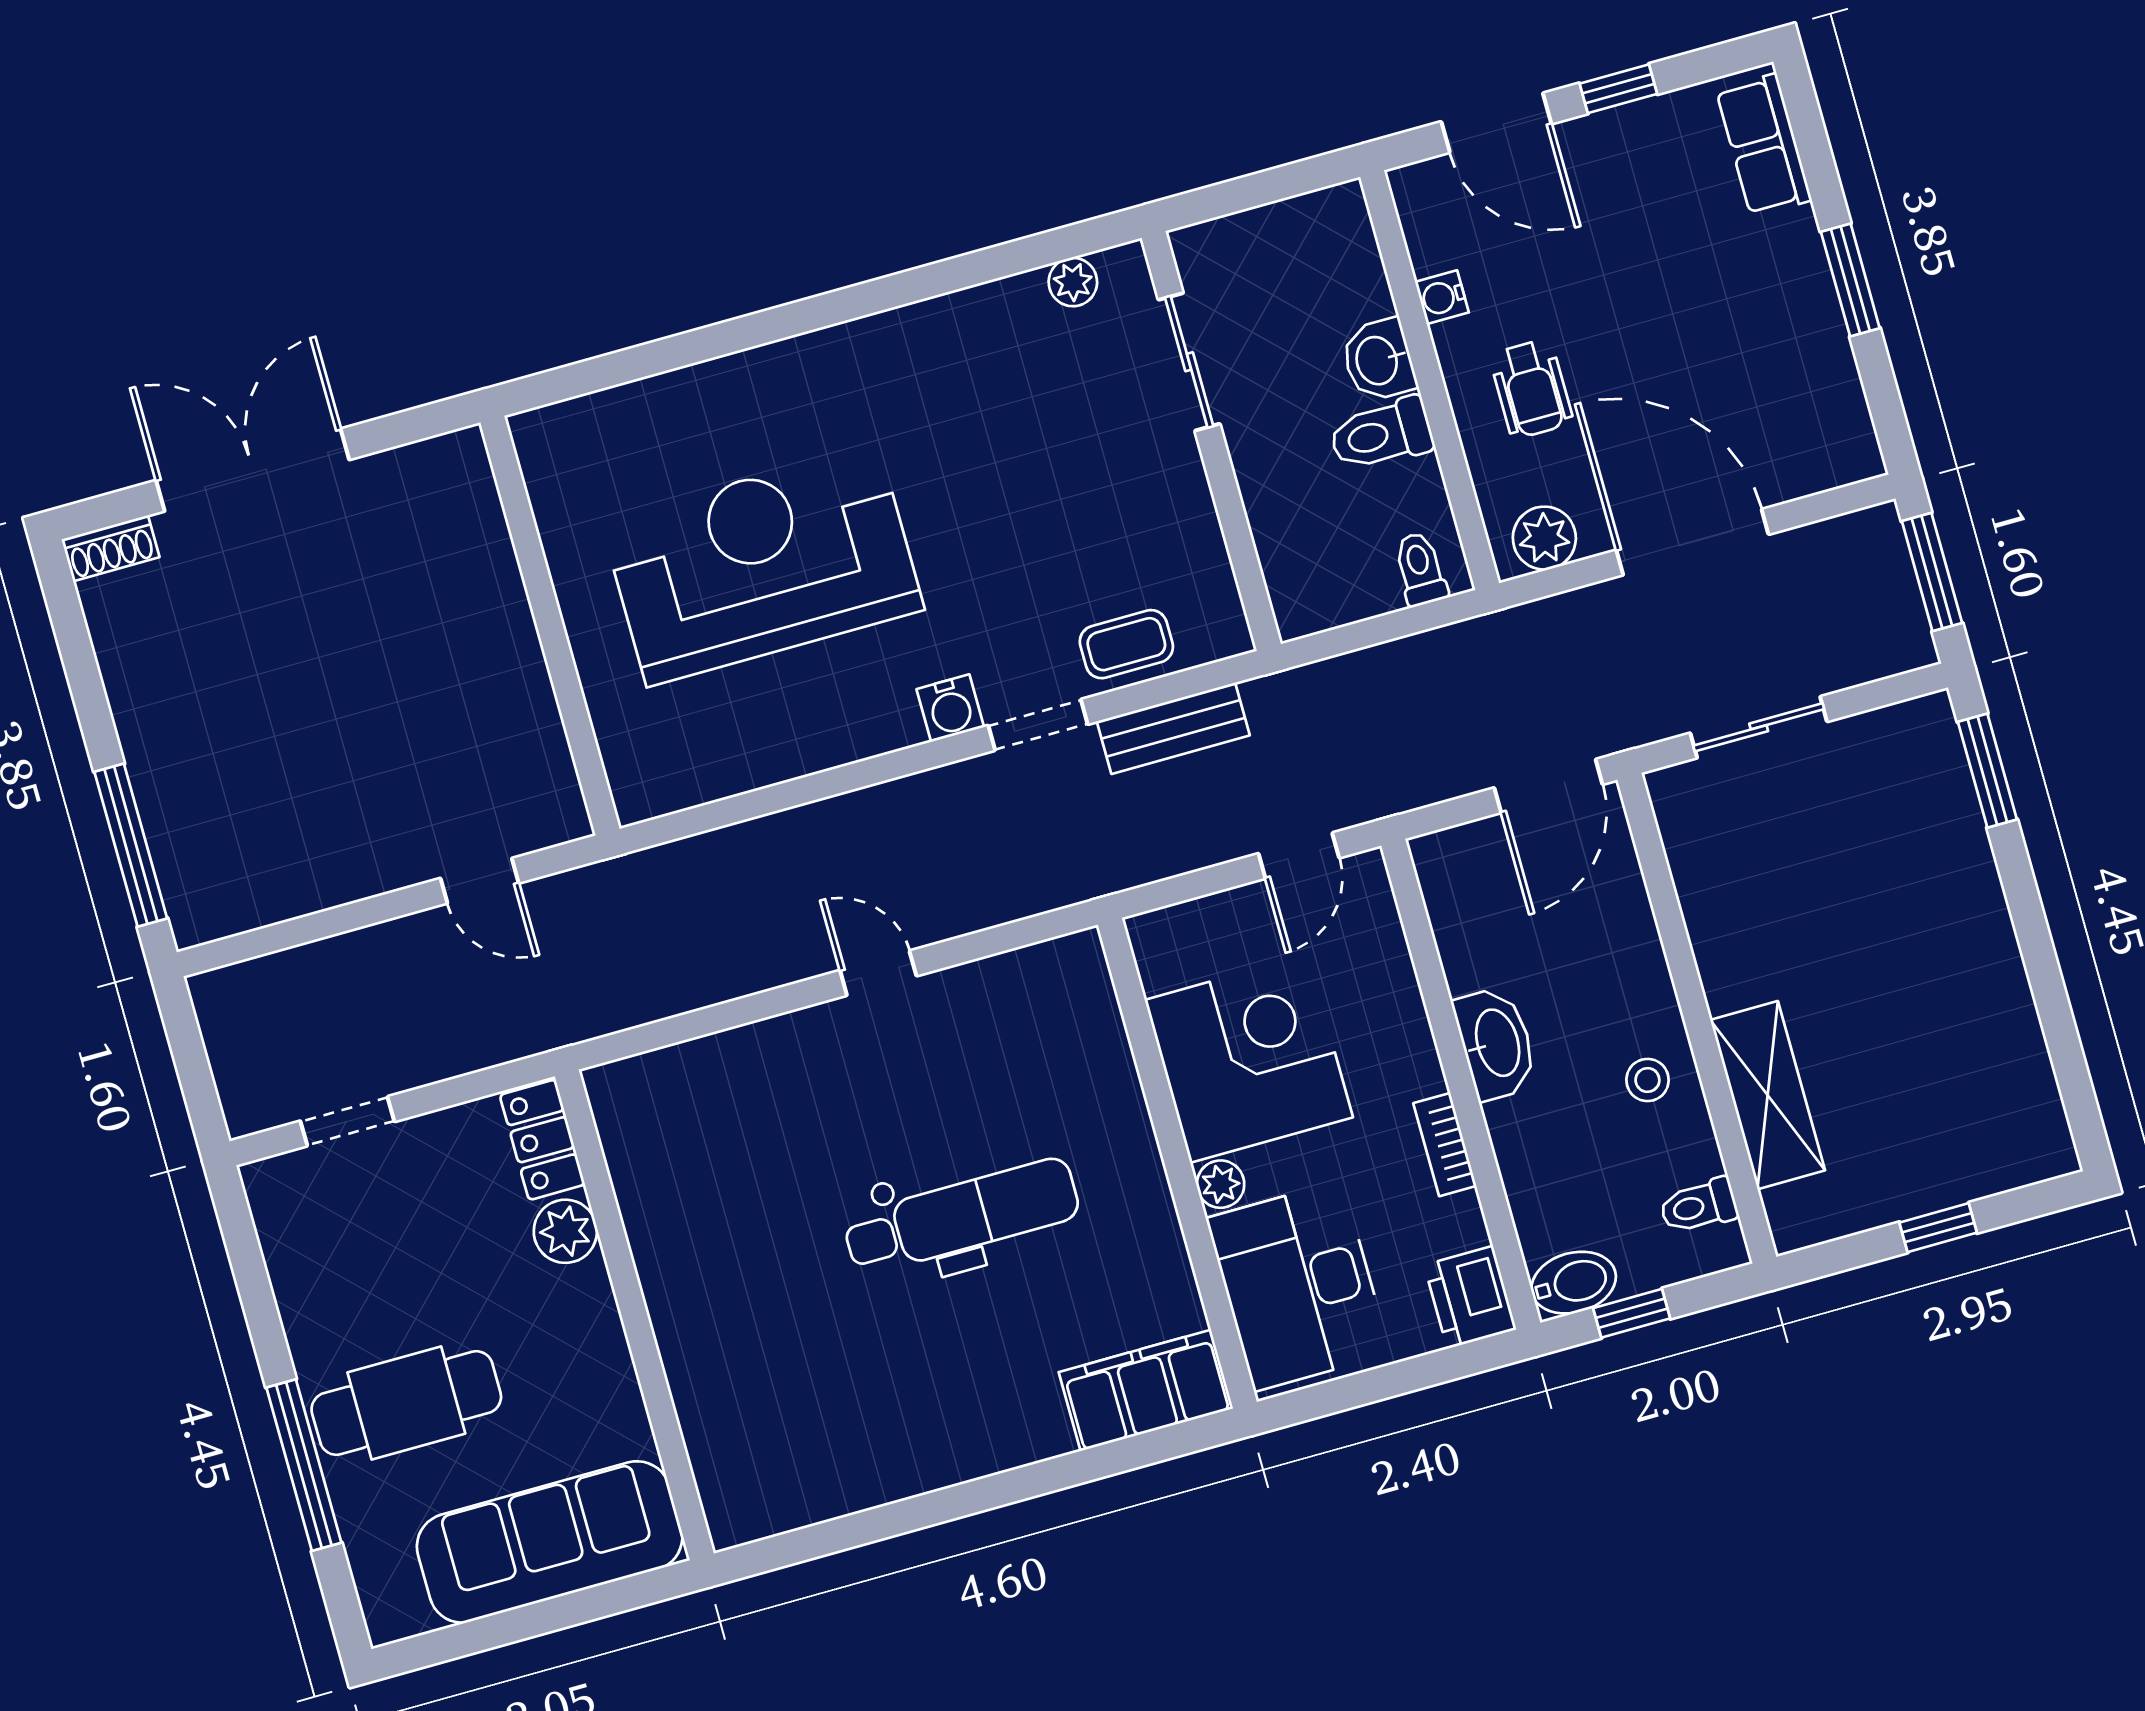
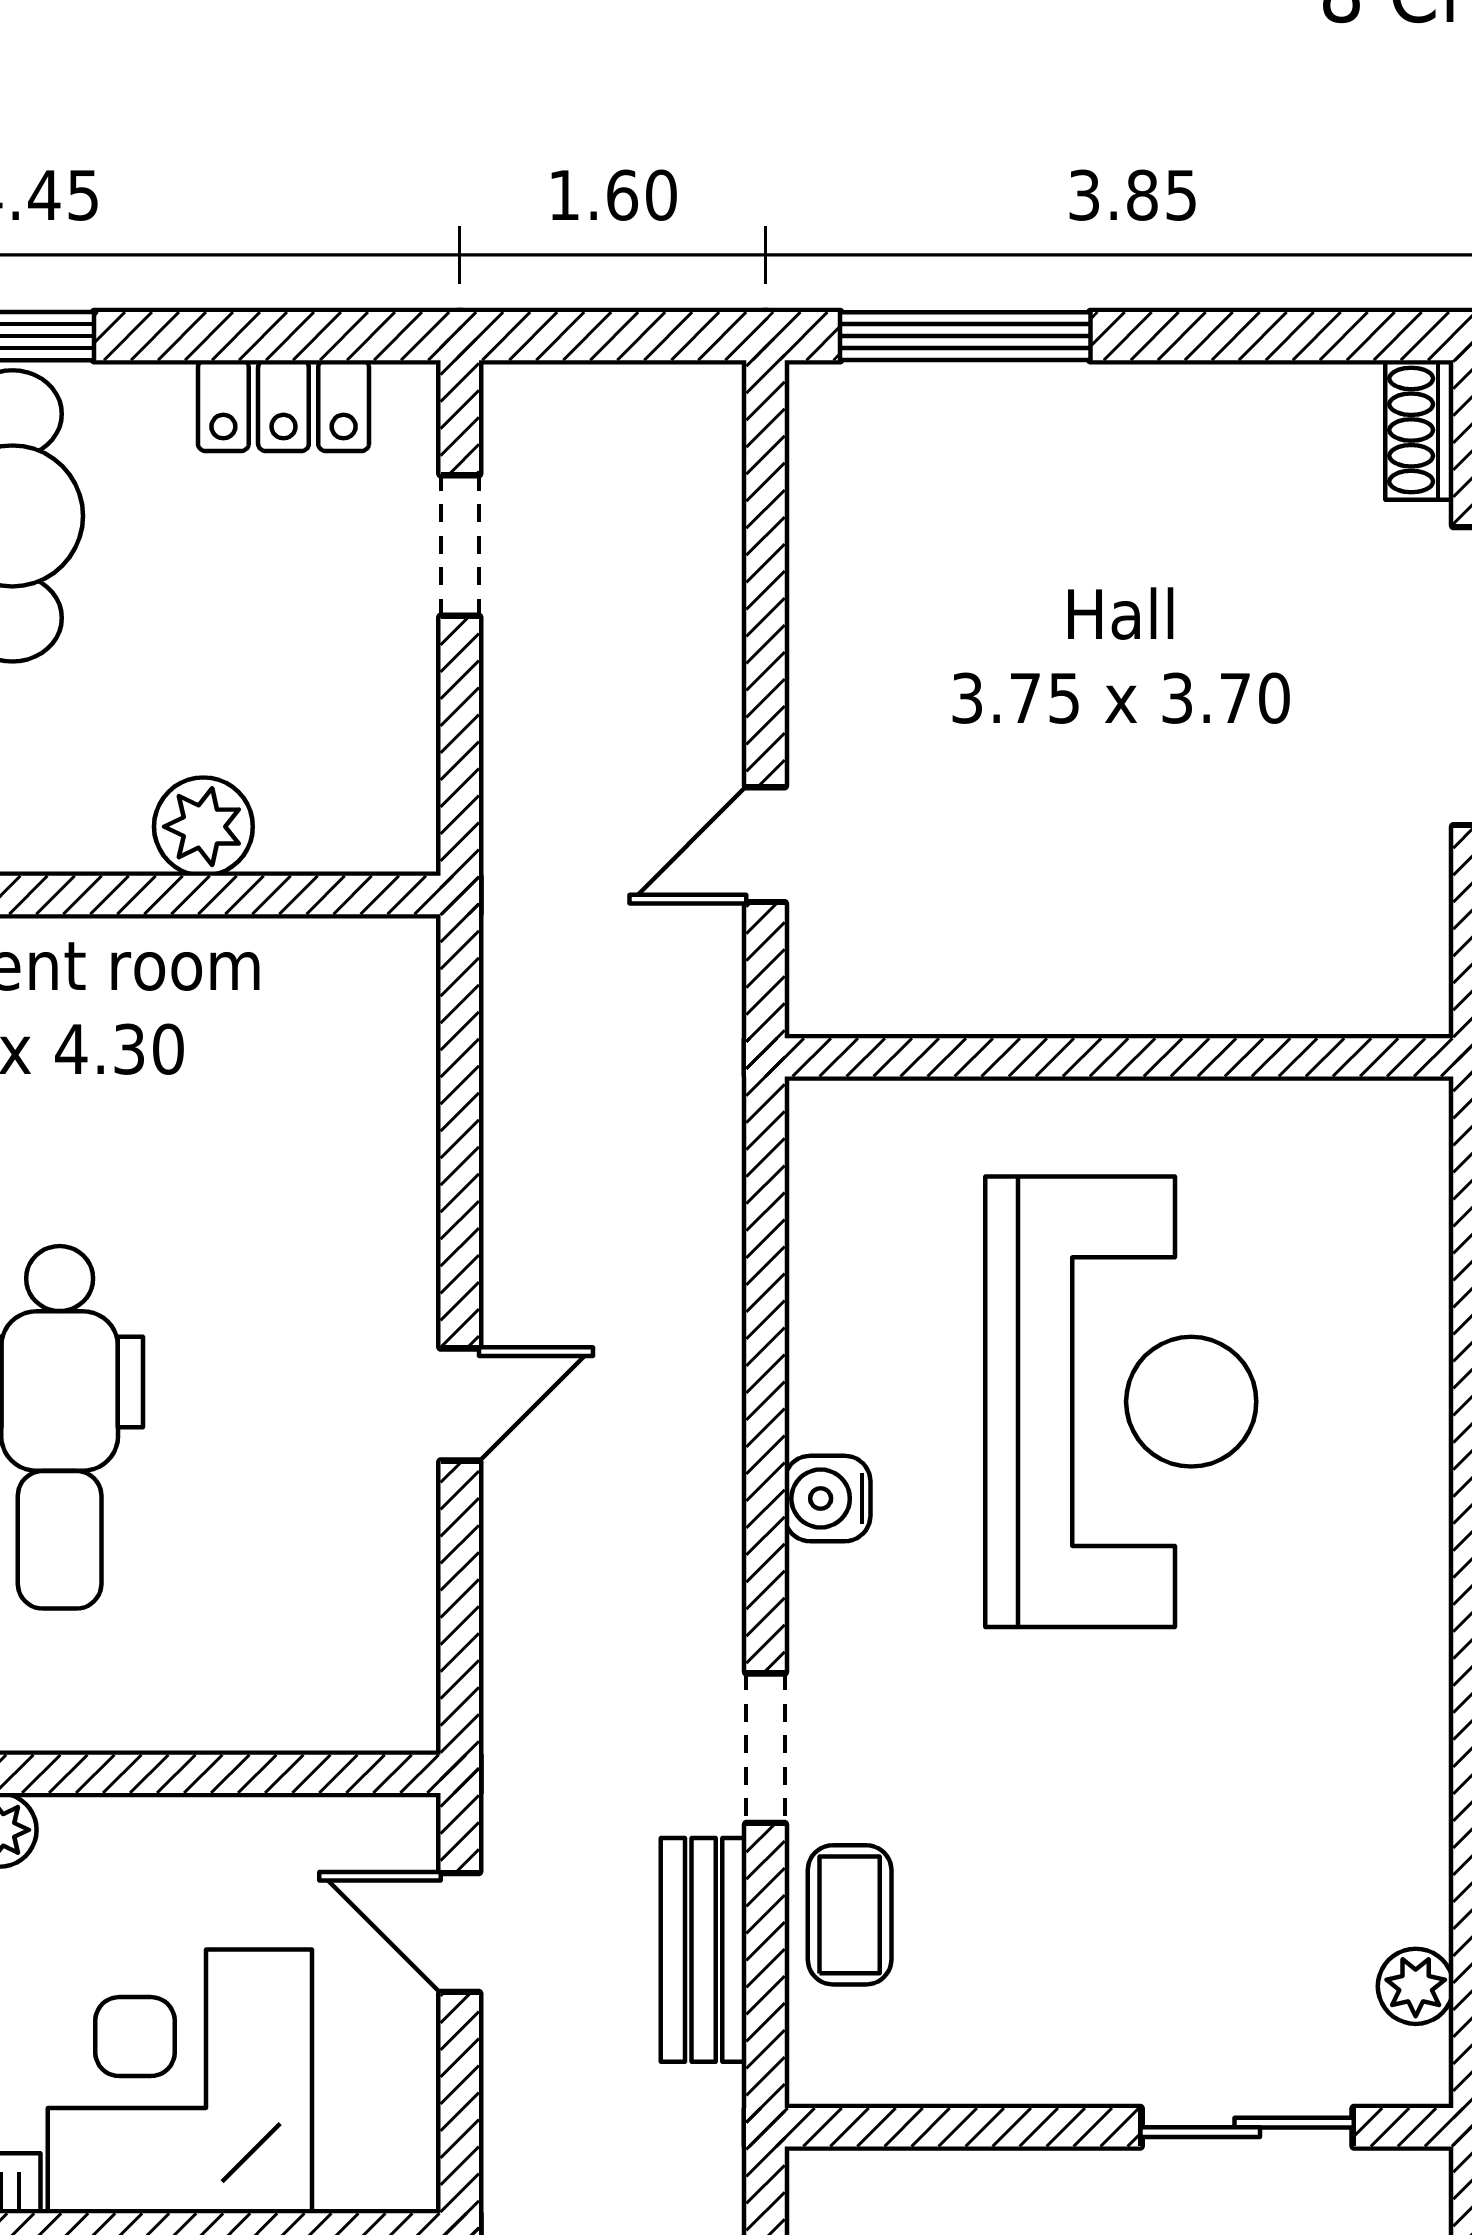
water cooler: (950, 708) -> (827, 1499), moved
door: (1299, 856) -> (460, 1933), moved
corner desk: (1249, 1059) -> (180, 2081), moved, turned 180
locker: (542, 1140) -> (283, 406), moved, turned 180

